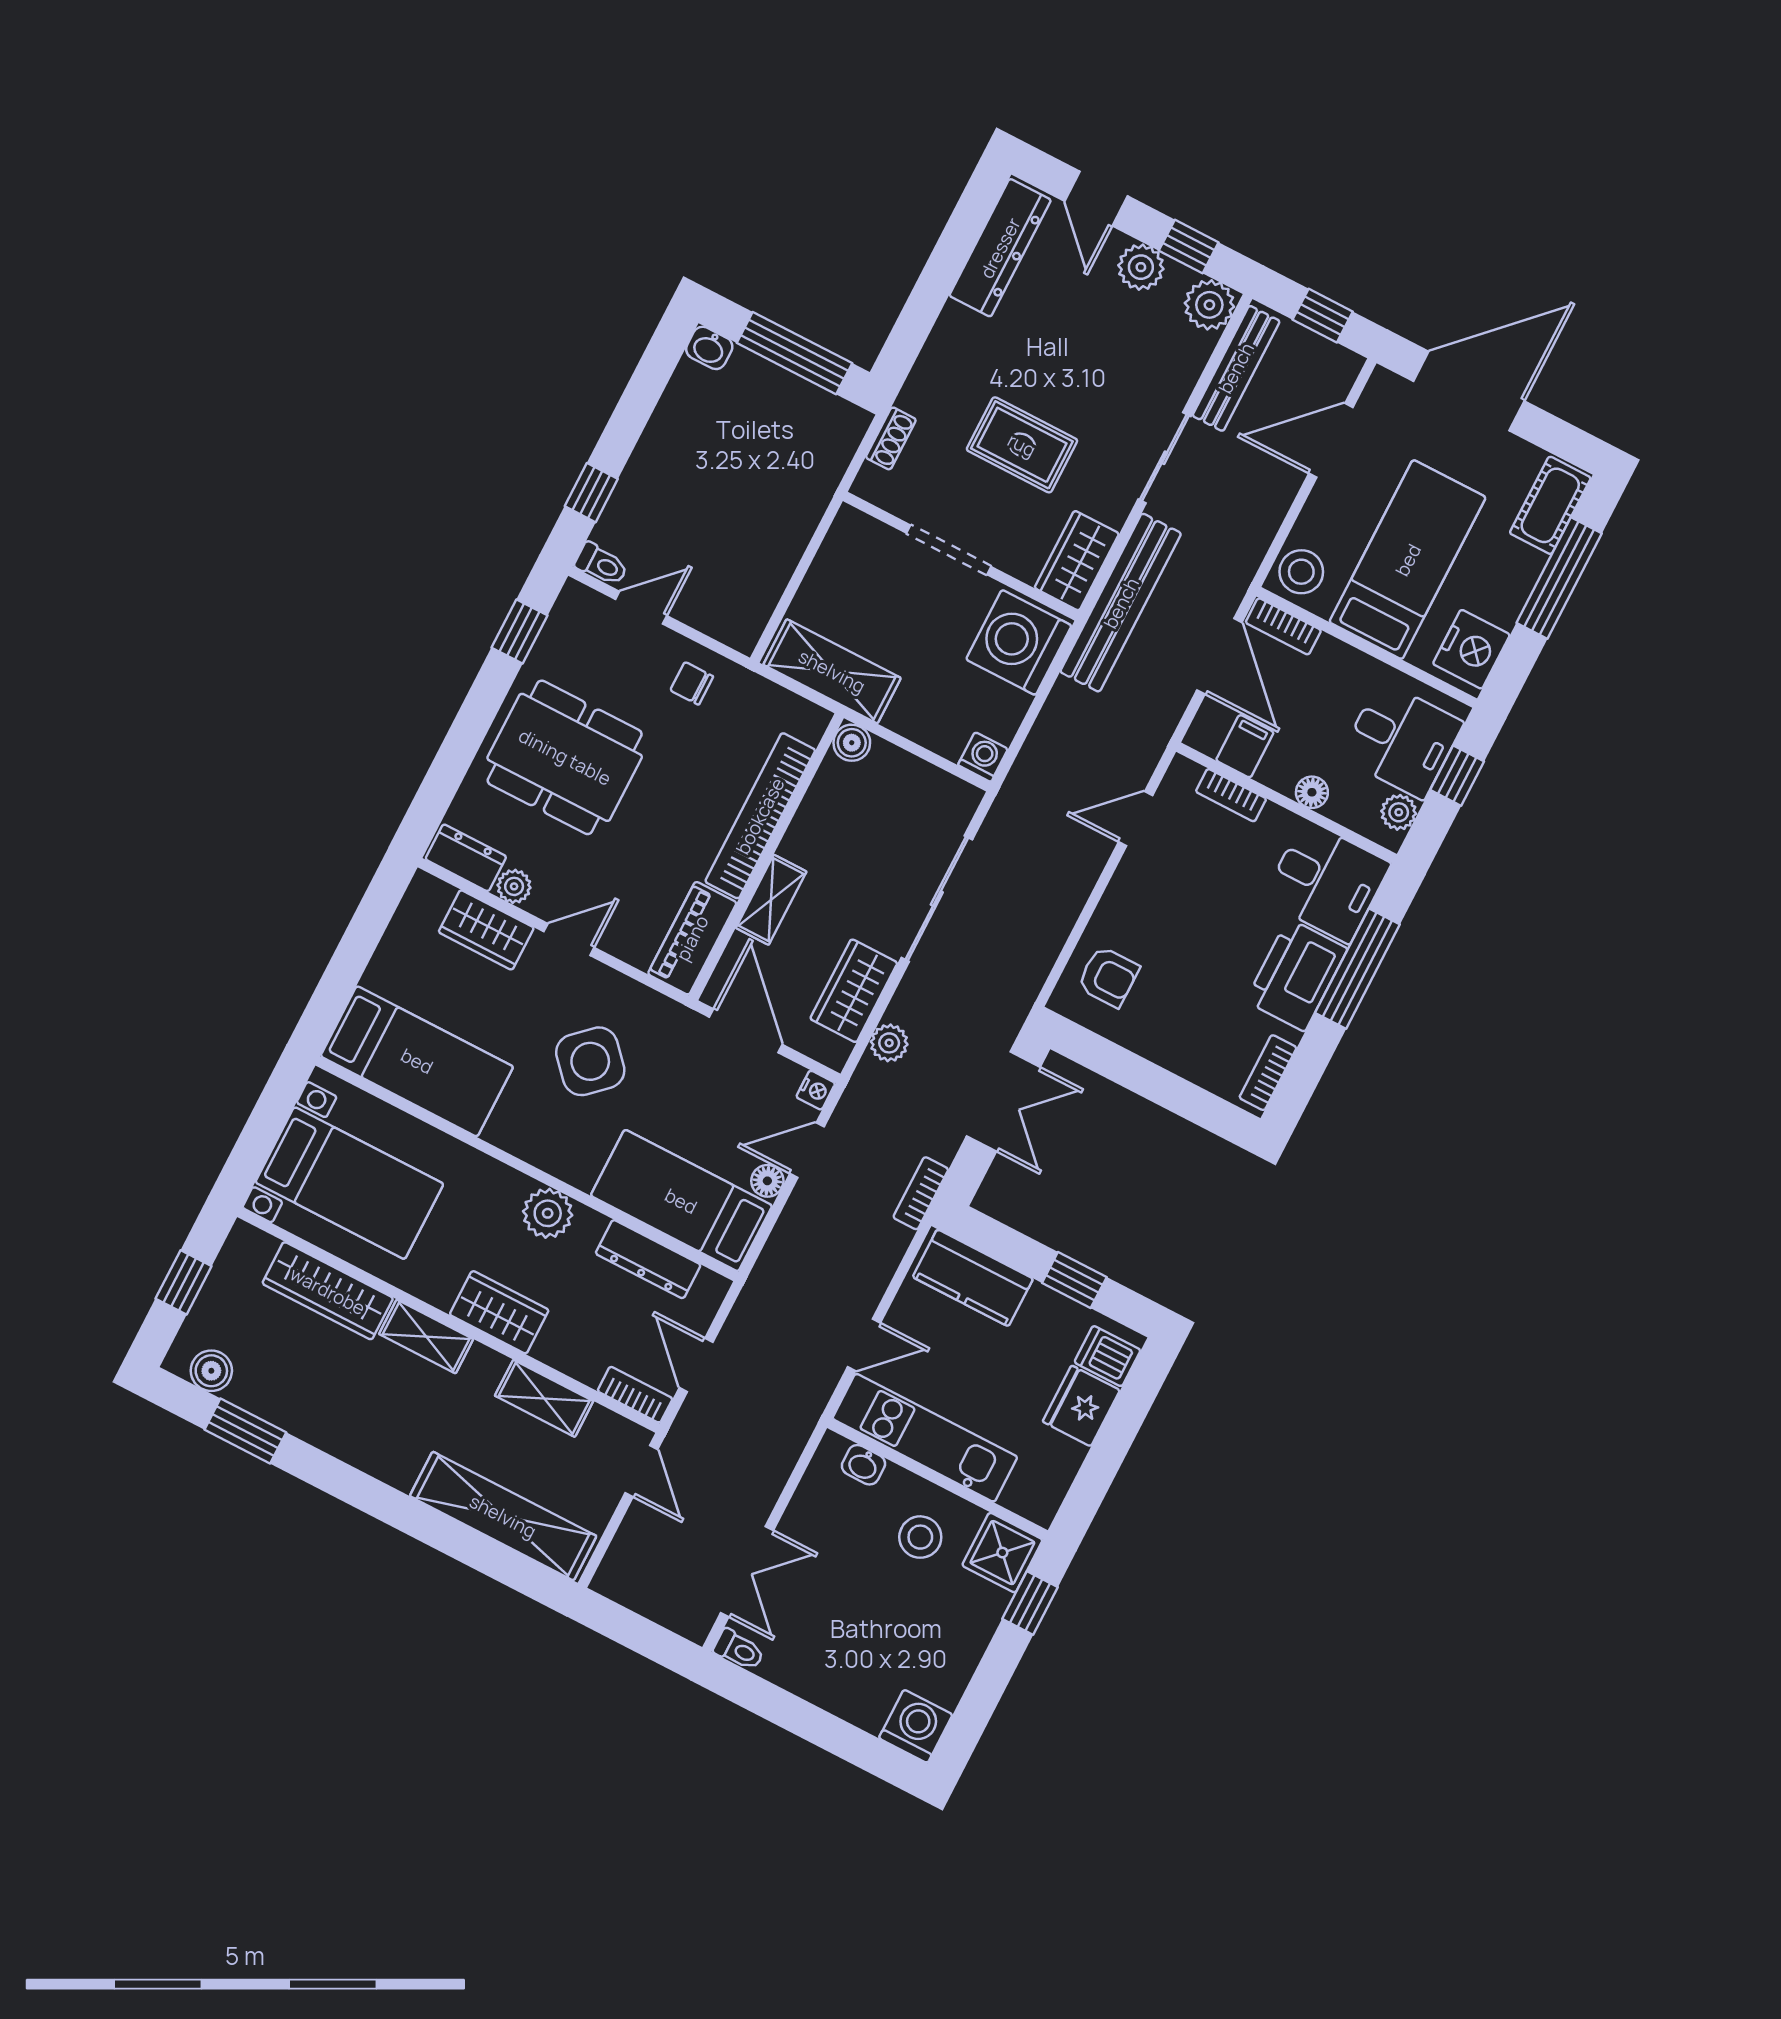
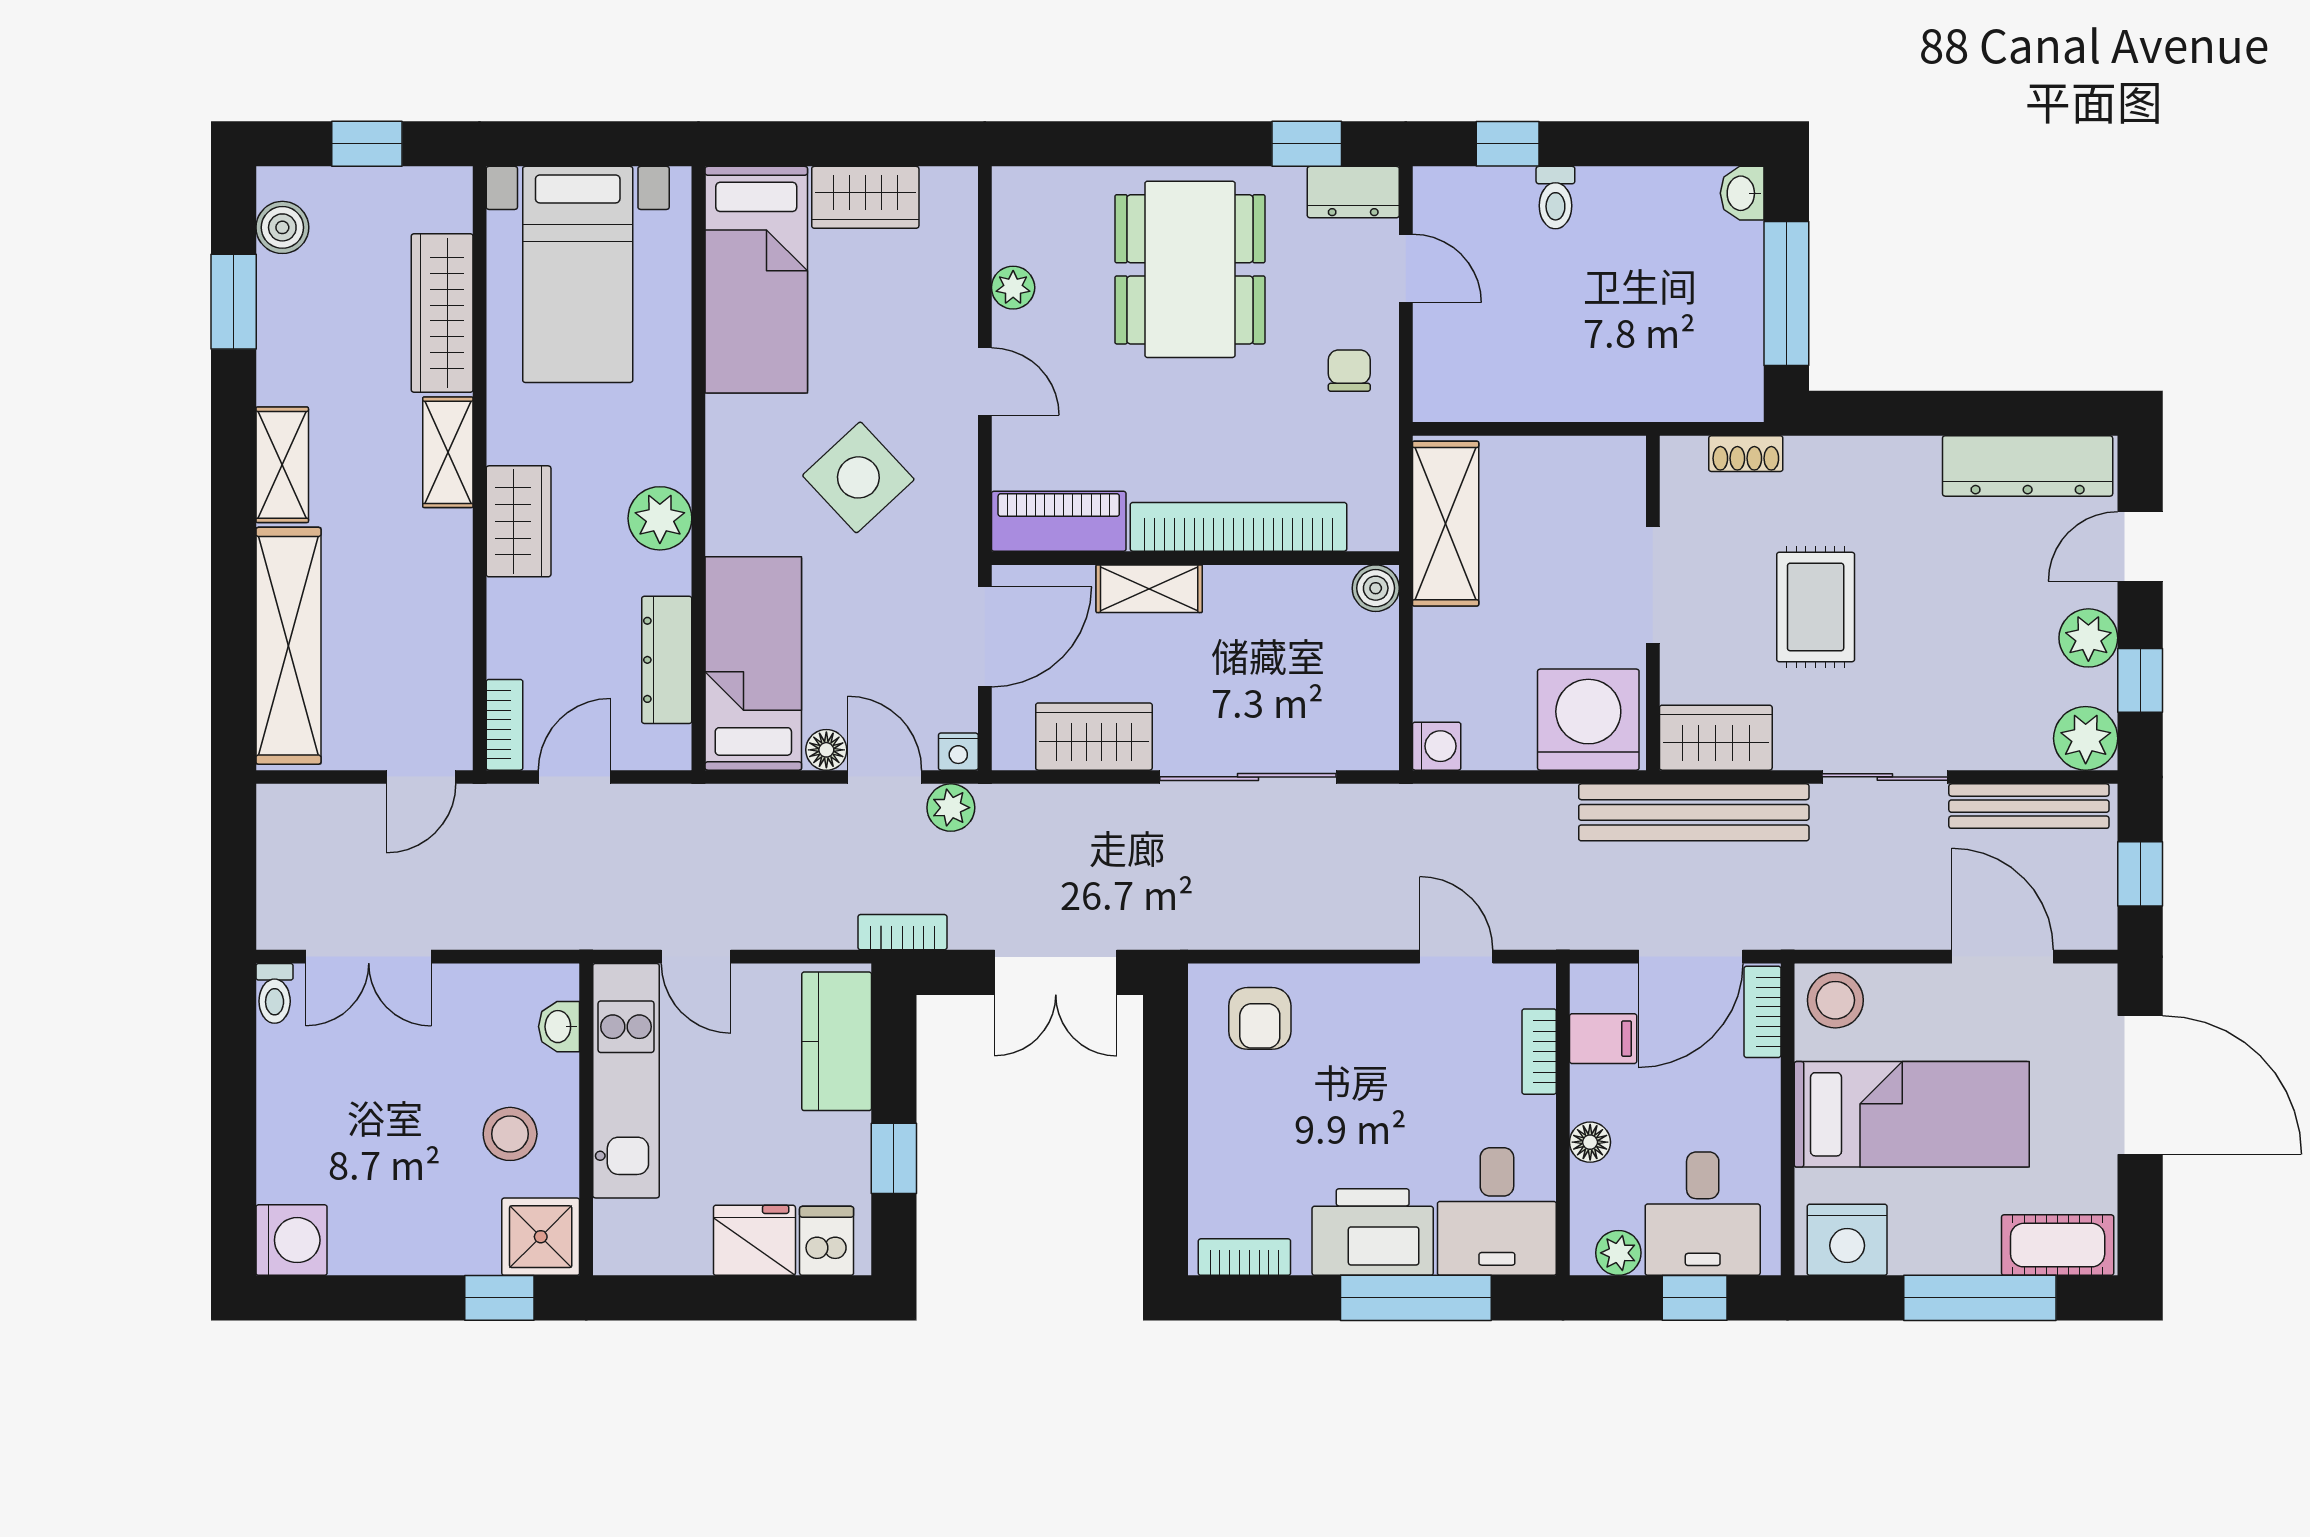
toilet: (601, 564) -> (1555, 198), moved
dresser: (466, 858) -> (1353, 192), moved, turned 90
wardrobe: (486, 930) -> (865, 197), moved, turned -90
plant: (889, 1043) -> (951, 808), moved
shelving: (544, 1398) -> (282, 465), moved

